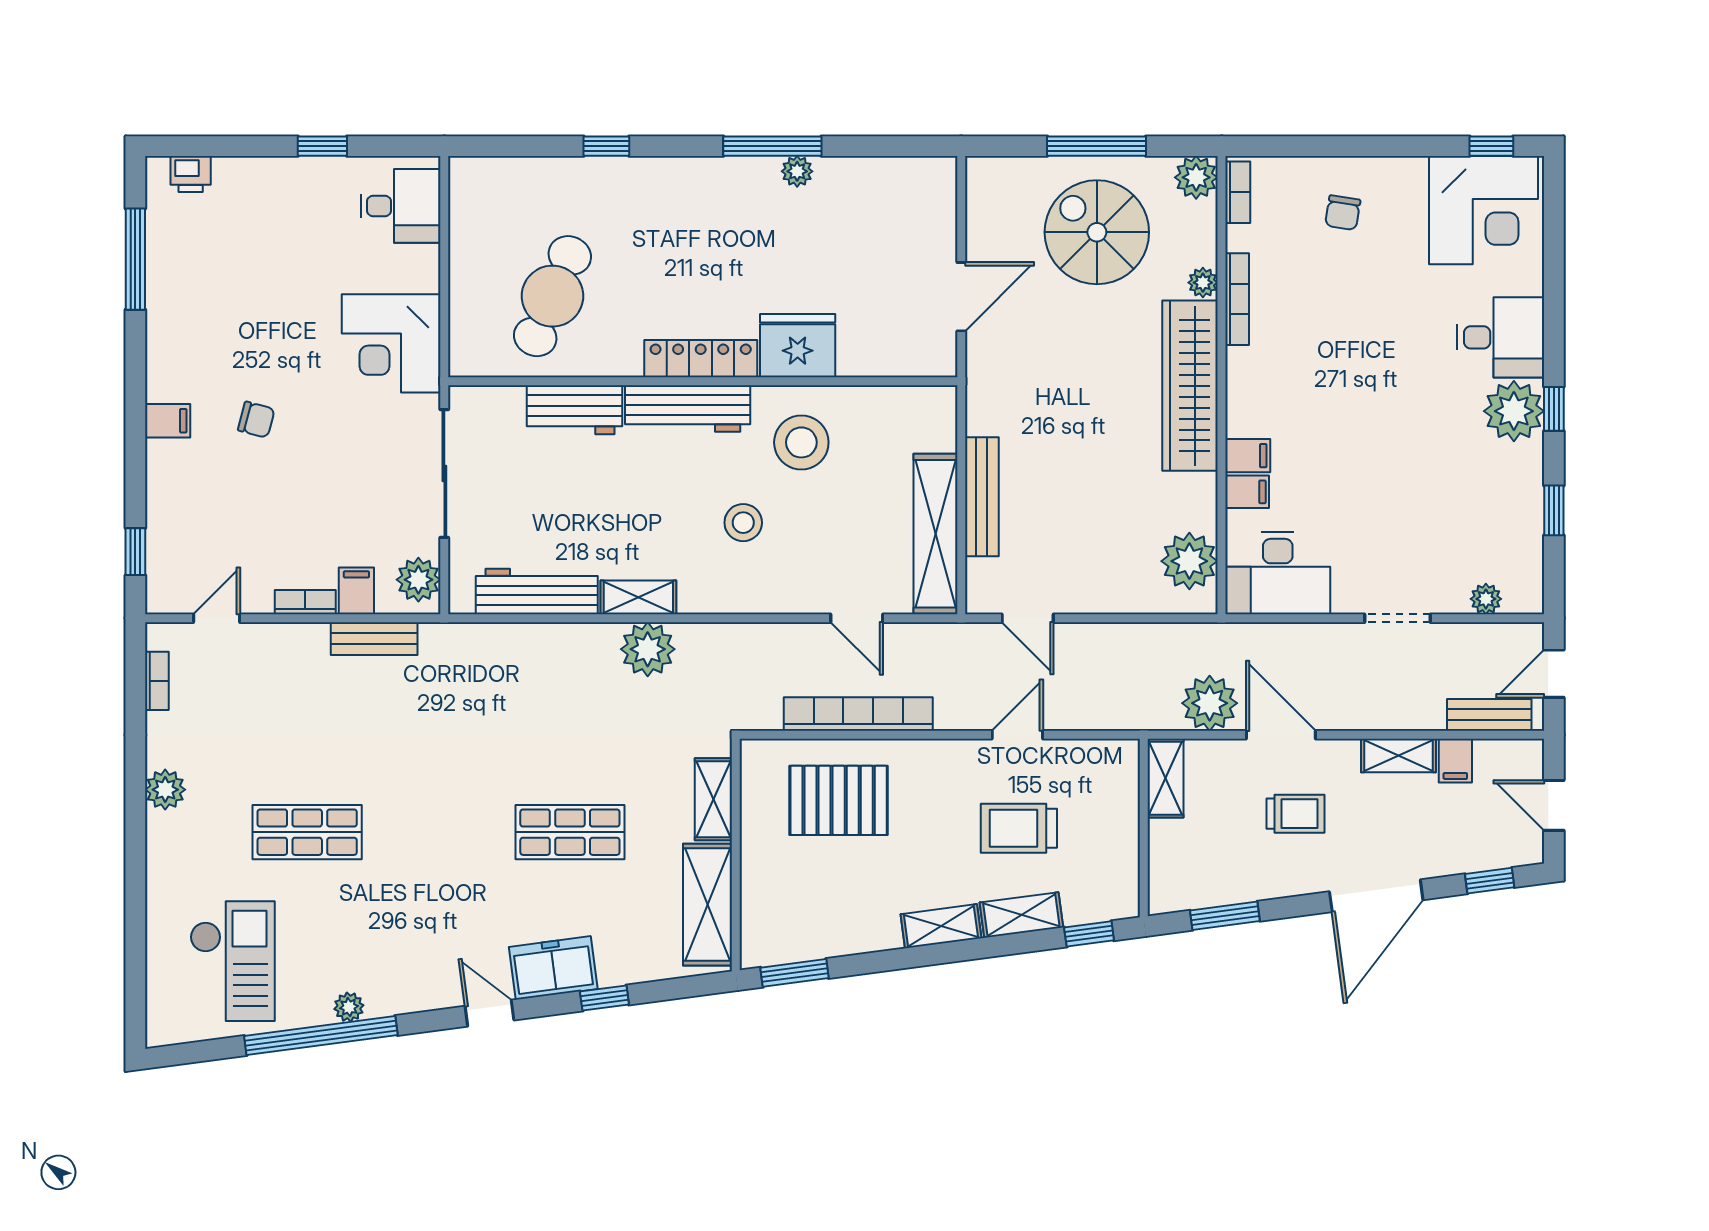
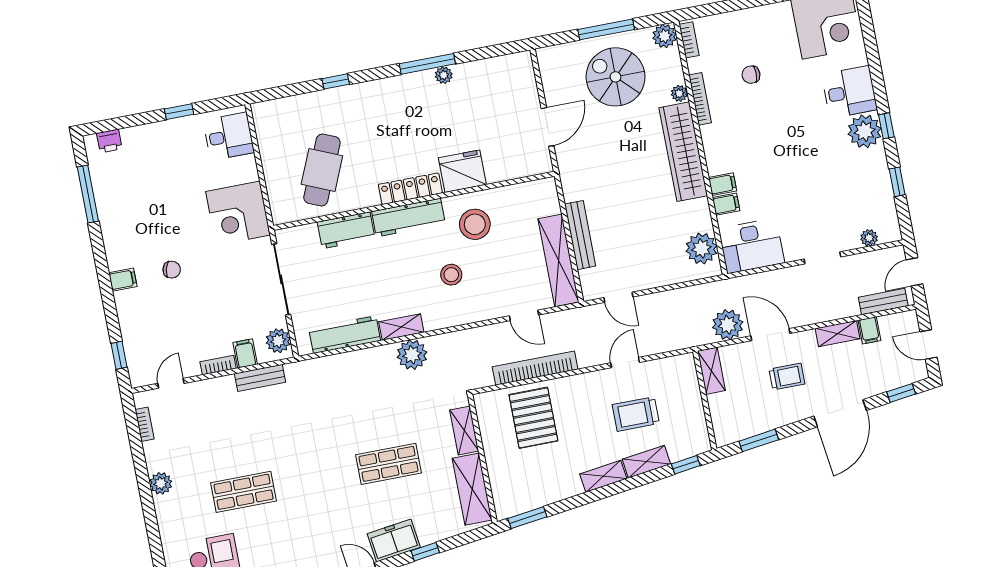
chair: (1343, 213) -> (751, 75), moved, turned 81
pallet: (839, 800) -> (533, 418), turned 90

